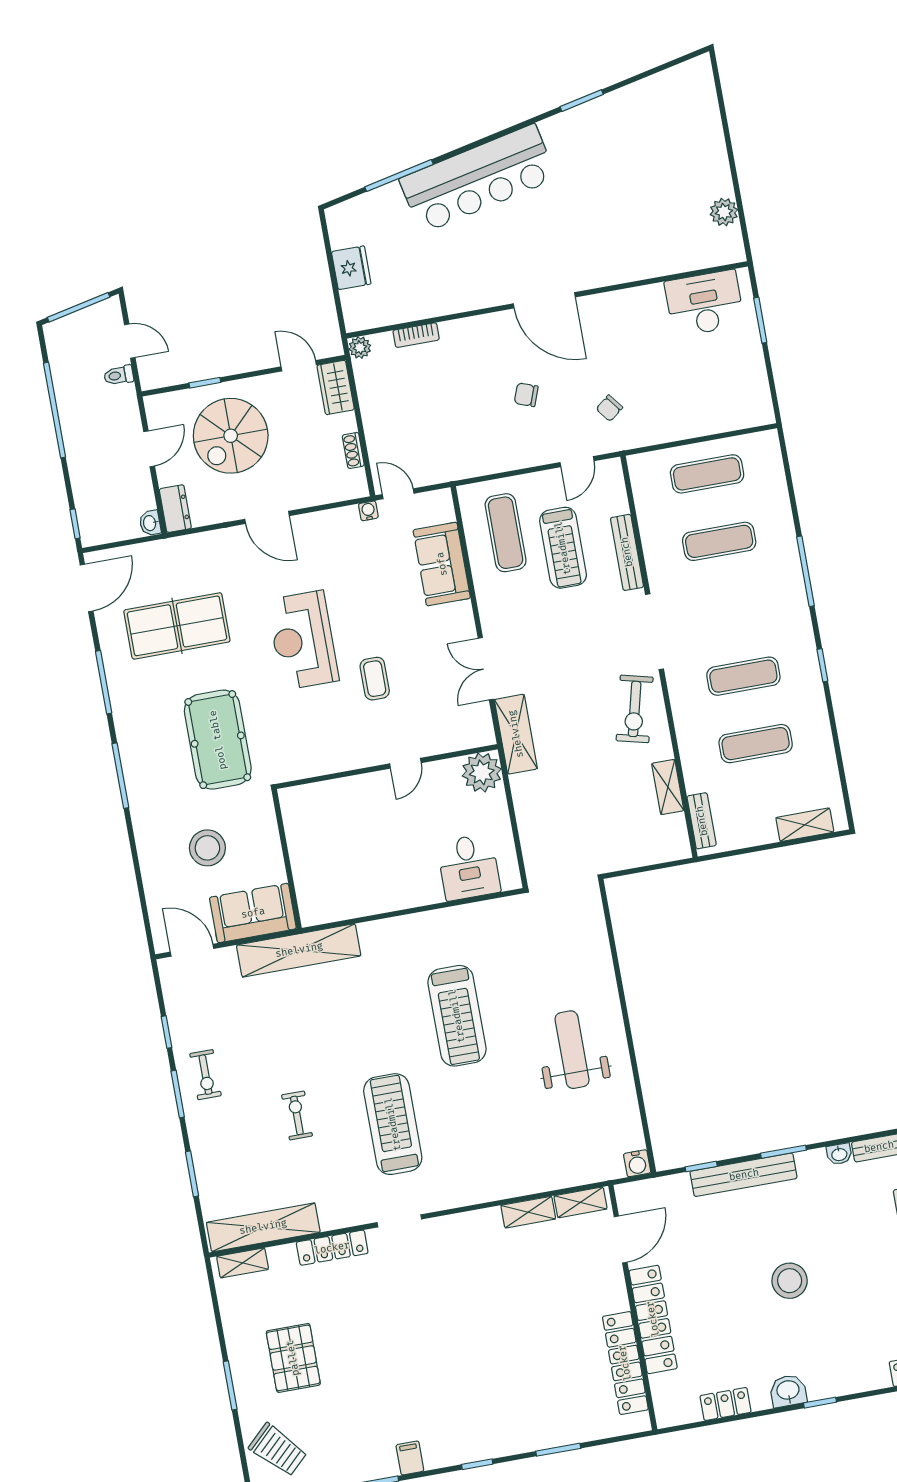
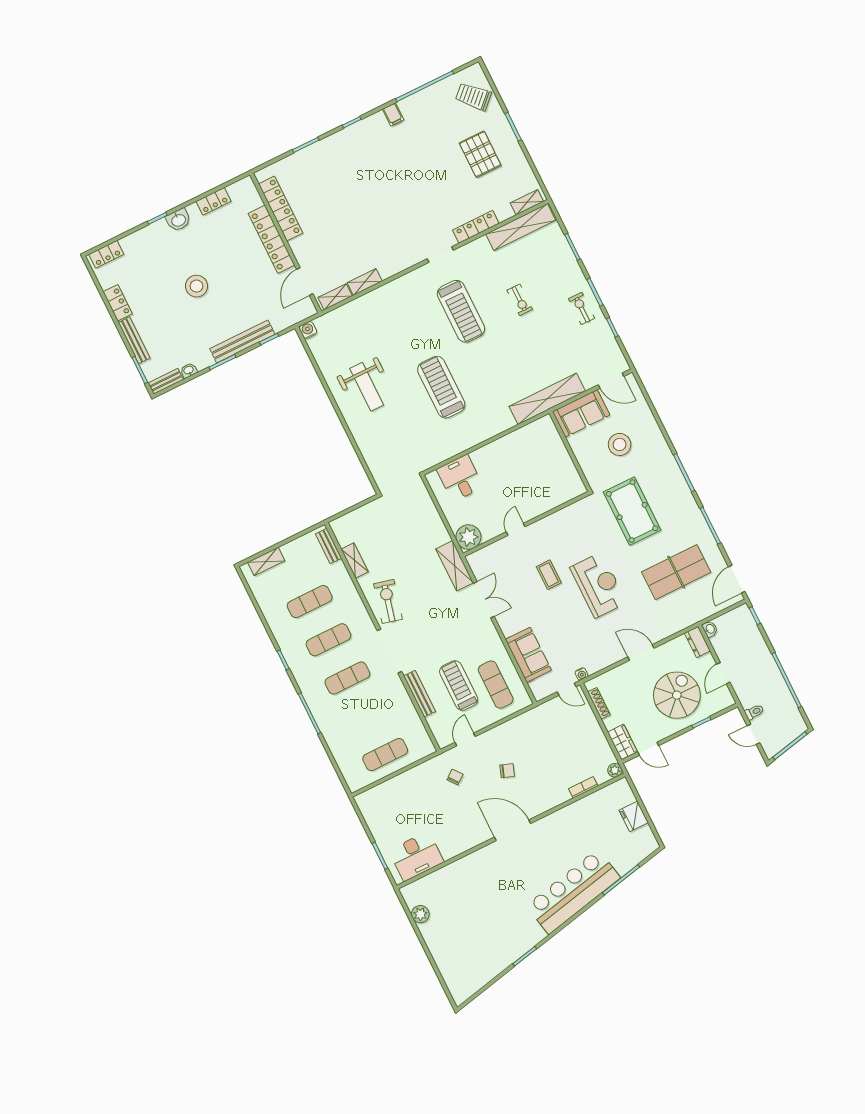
shoe rack: (353, 450) -> (599, 703), width x1.43
exercise mat: (719, 541) -> (347, 678), moved

